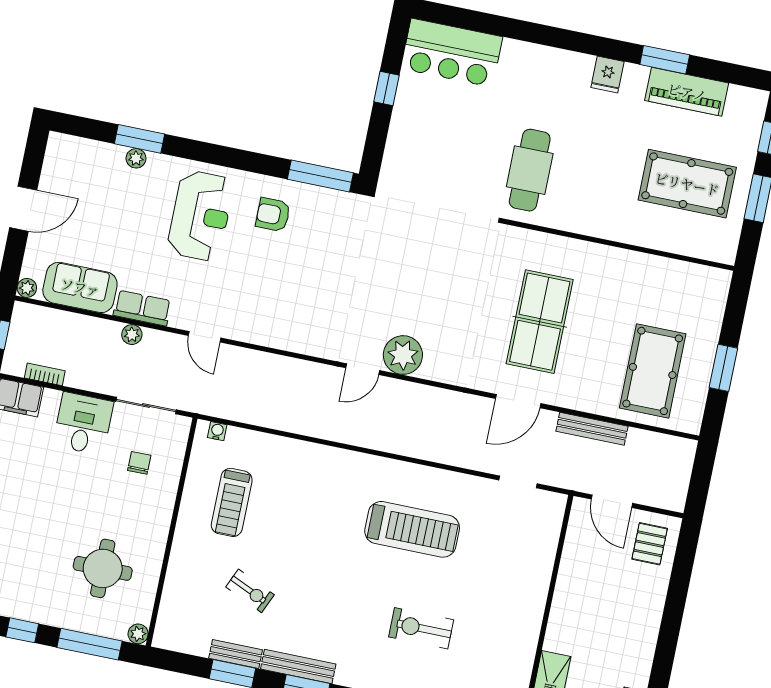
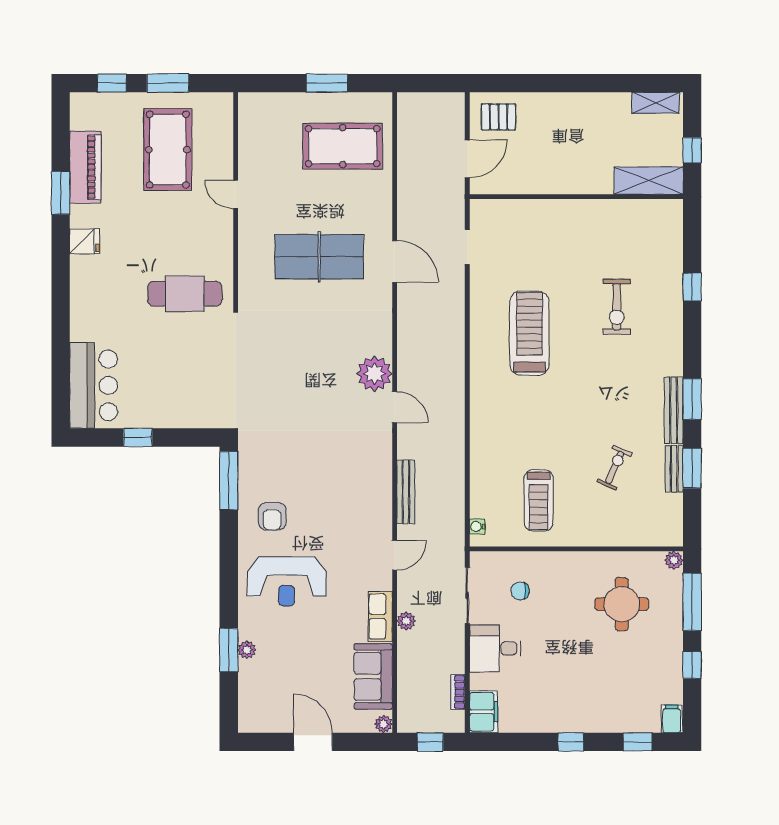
reception desk: (200, 216) -> (287, 581), turned 180
door: (624, 246) -> (236, 195), added
bench: (592, 429) -> (406, 492), moved
treadmill: (232, 502) -> (539, 500), turned 90

